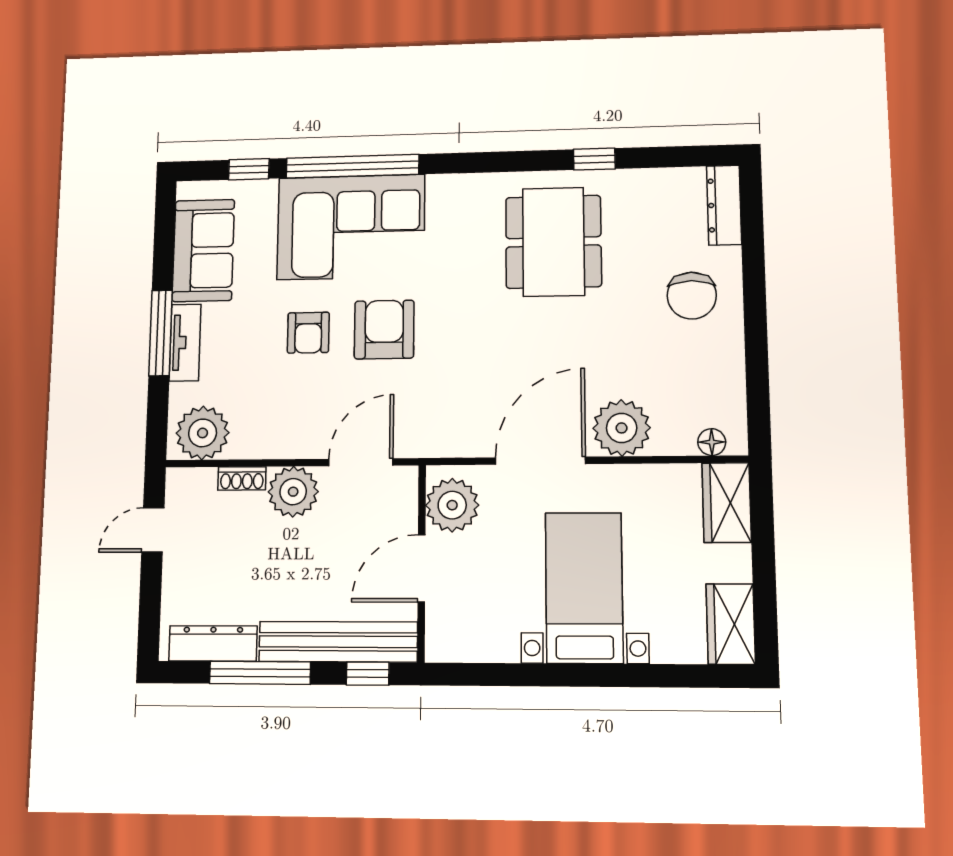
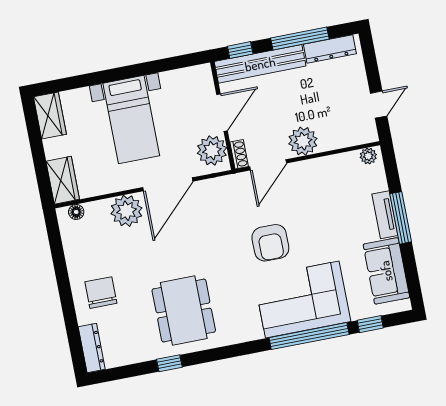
armchair: (308, 333) -> (314, 233), removed
plant: (203, 433) -> (368, 156), width x0.53, depth x0.53
shoe rack: (242, 478) -> (239, 154), moved, turned 90

